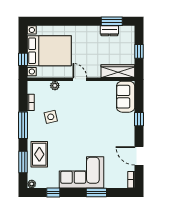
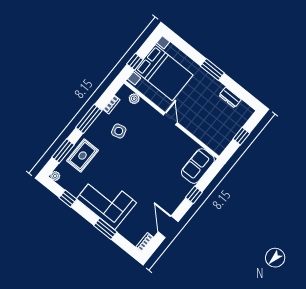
window: (112, 21) -> (212, 70), moved
wardrobe: (118, 71) -> (209, 138), removed
plant: (55, 86) -> (134, 99), moved

